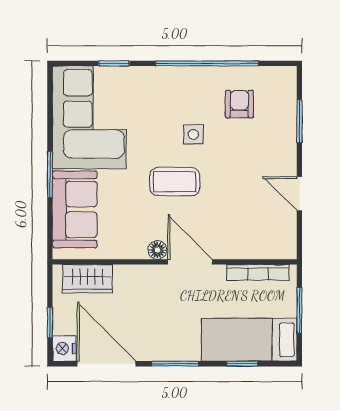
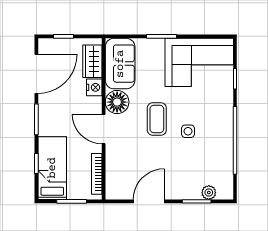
plant: (286, 103) -> (209, 193), added
armchair: (239, 104) -> (208, 162), removed
door: (299, 194) -> (149, 201), width x1.38
sofa: (75, 209) -> (120, 64), moved, turned -90
floor lamp: (157, 250) -> (117, 102), width x1.89, depth x1.89
door: (190, 262) -> (104, 129), swing flipped
nightstand: (64, 348) -> (94, 87), moved, turned 90

